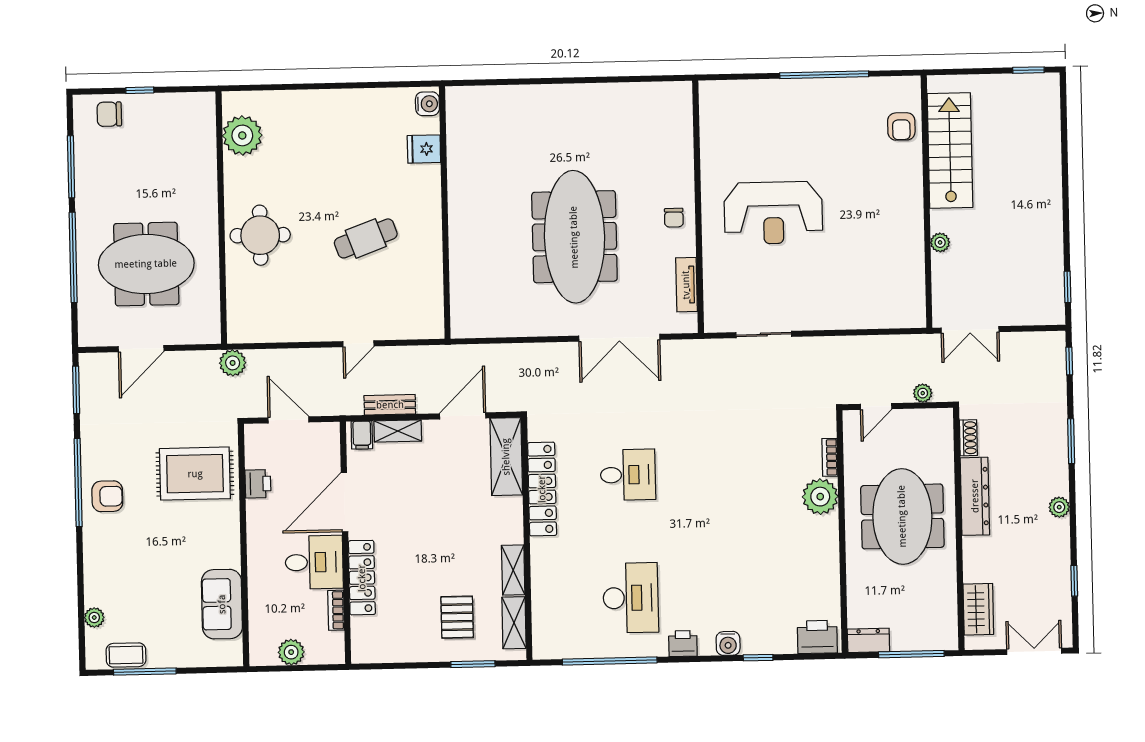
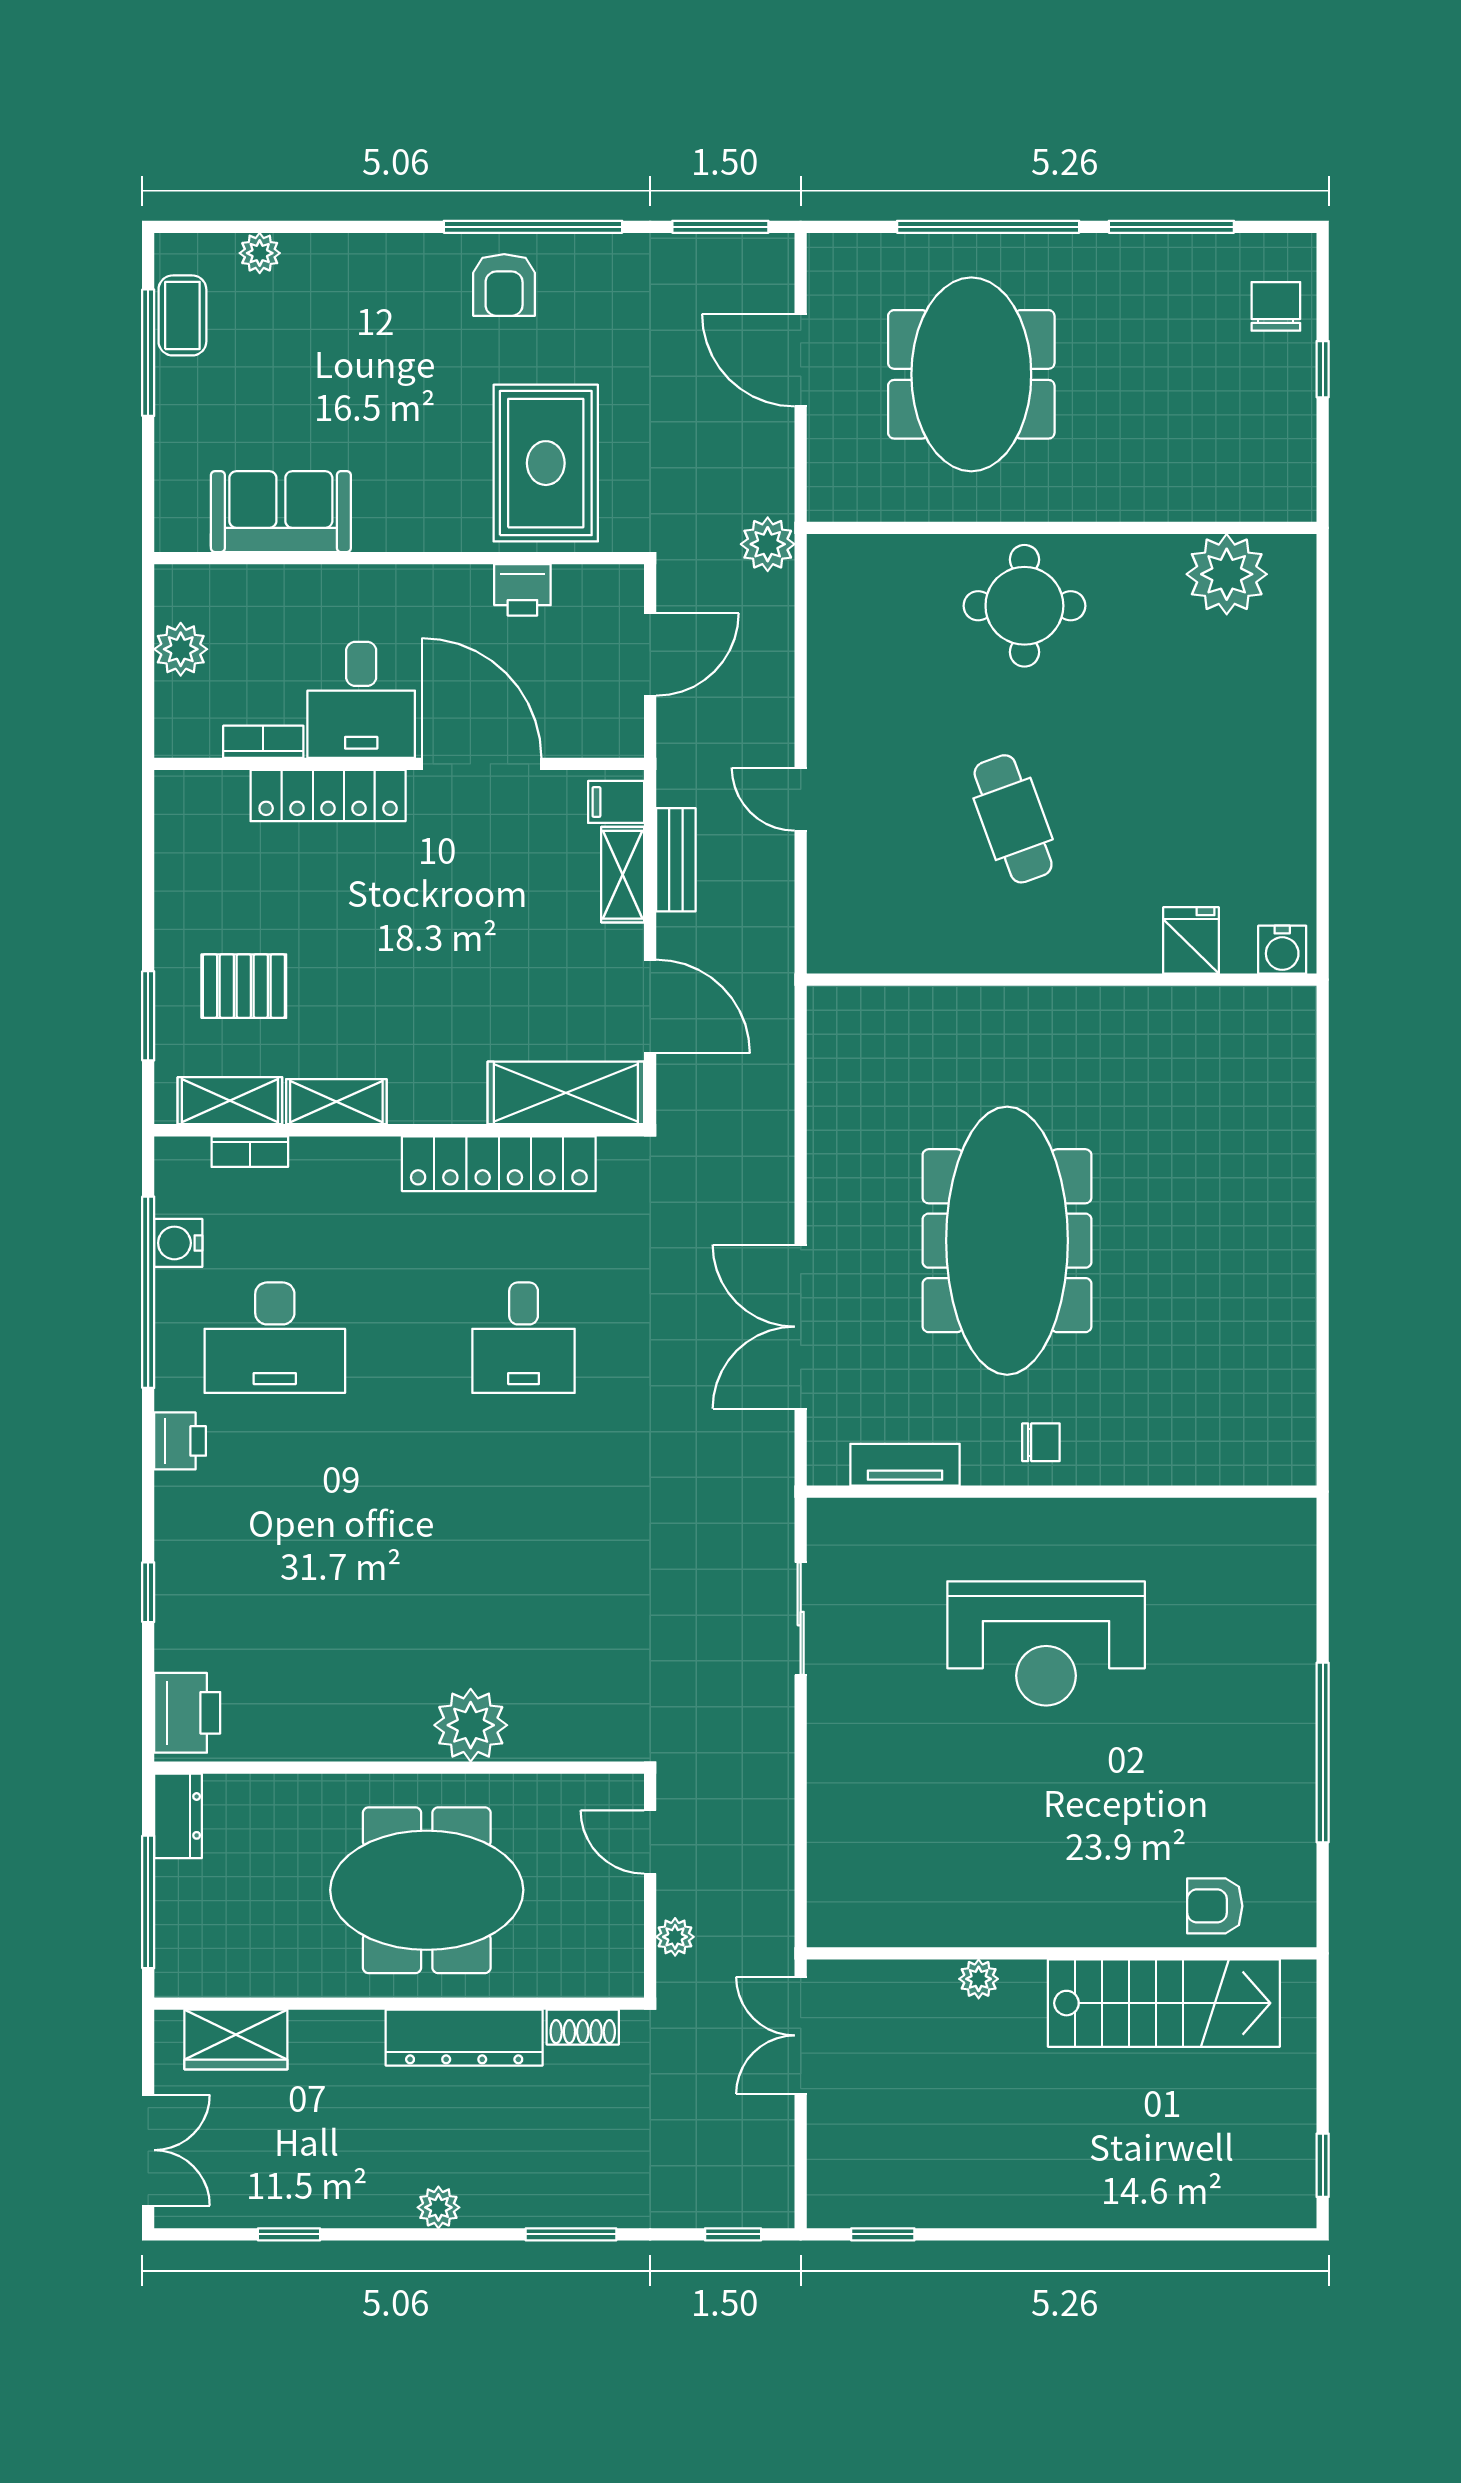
reception desk: (773, 213) -> (1046, 1643), turned -90
chair: (674, 218) -> (1041, 1442), turned 180
meeting table: (574, 237) -> (1007, 1241), turned 90
bookcase: (830, 457) -> (250, 1152), moved, turned 180
water cooler: (728, 643) -> (178, 1243), moved

